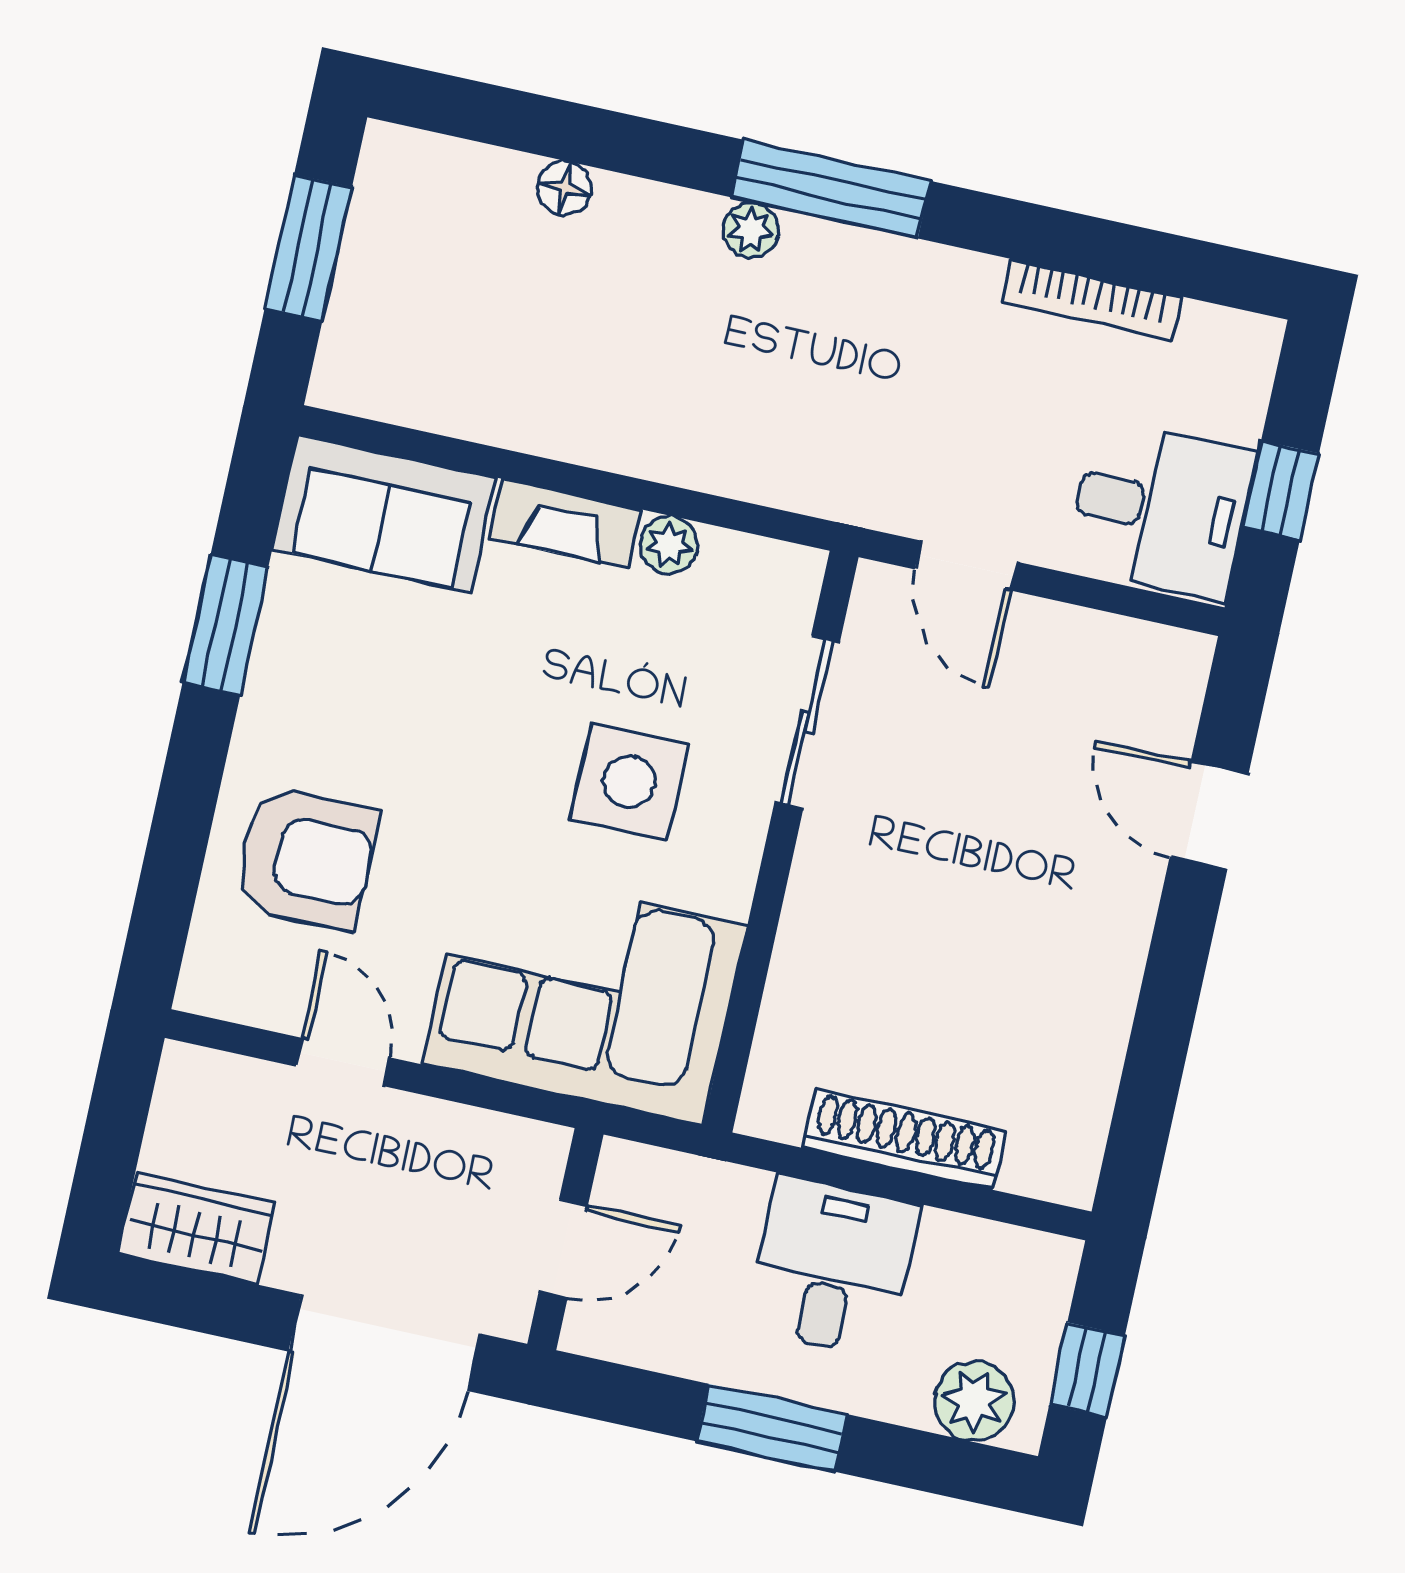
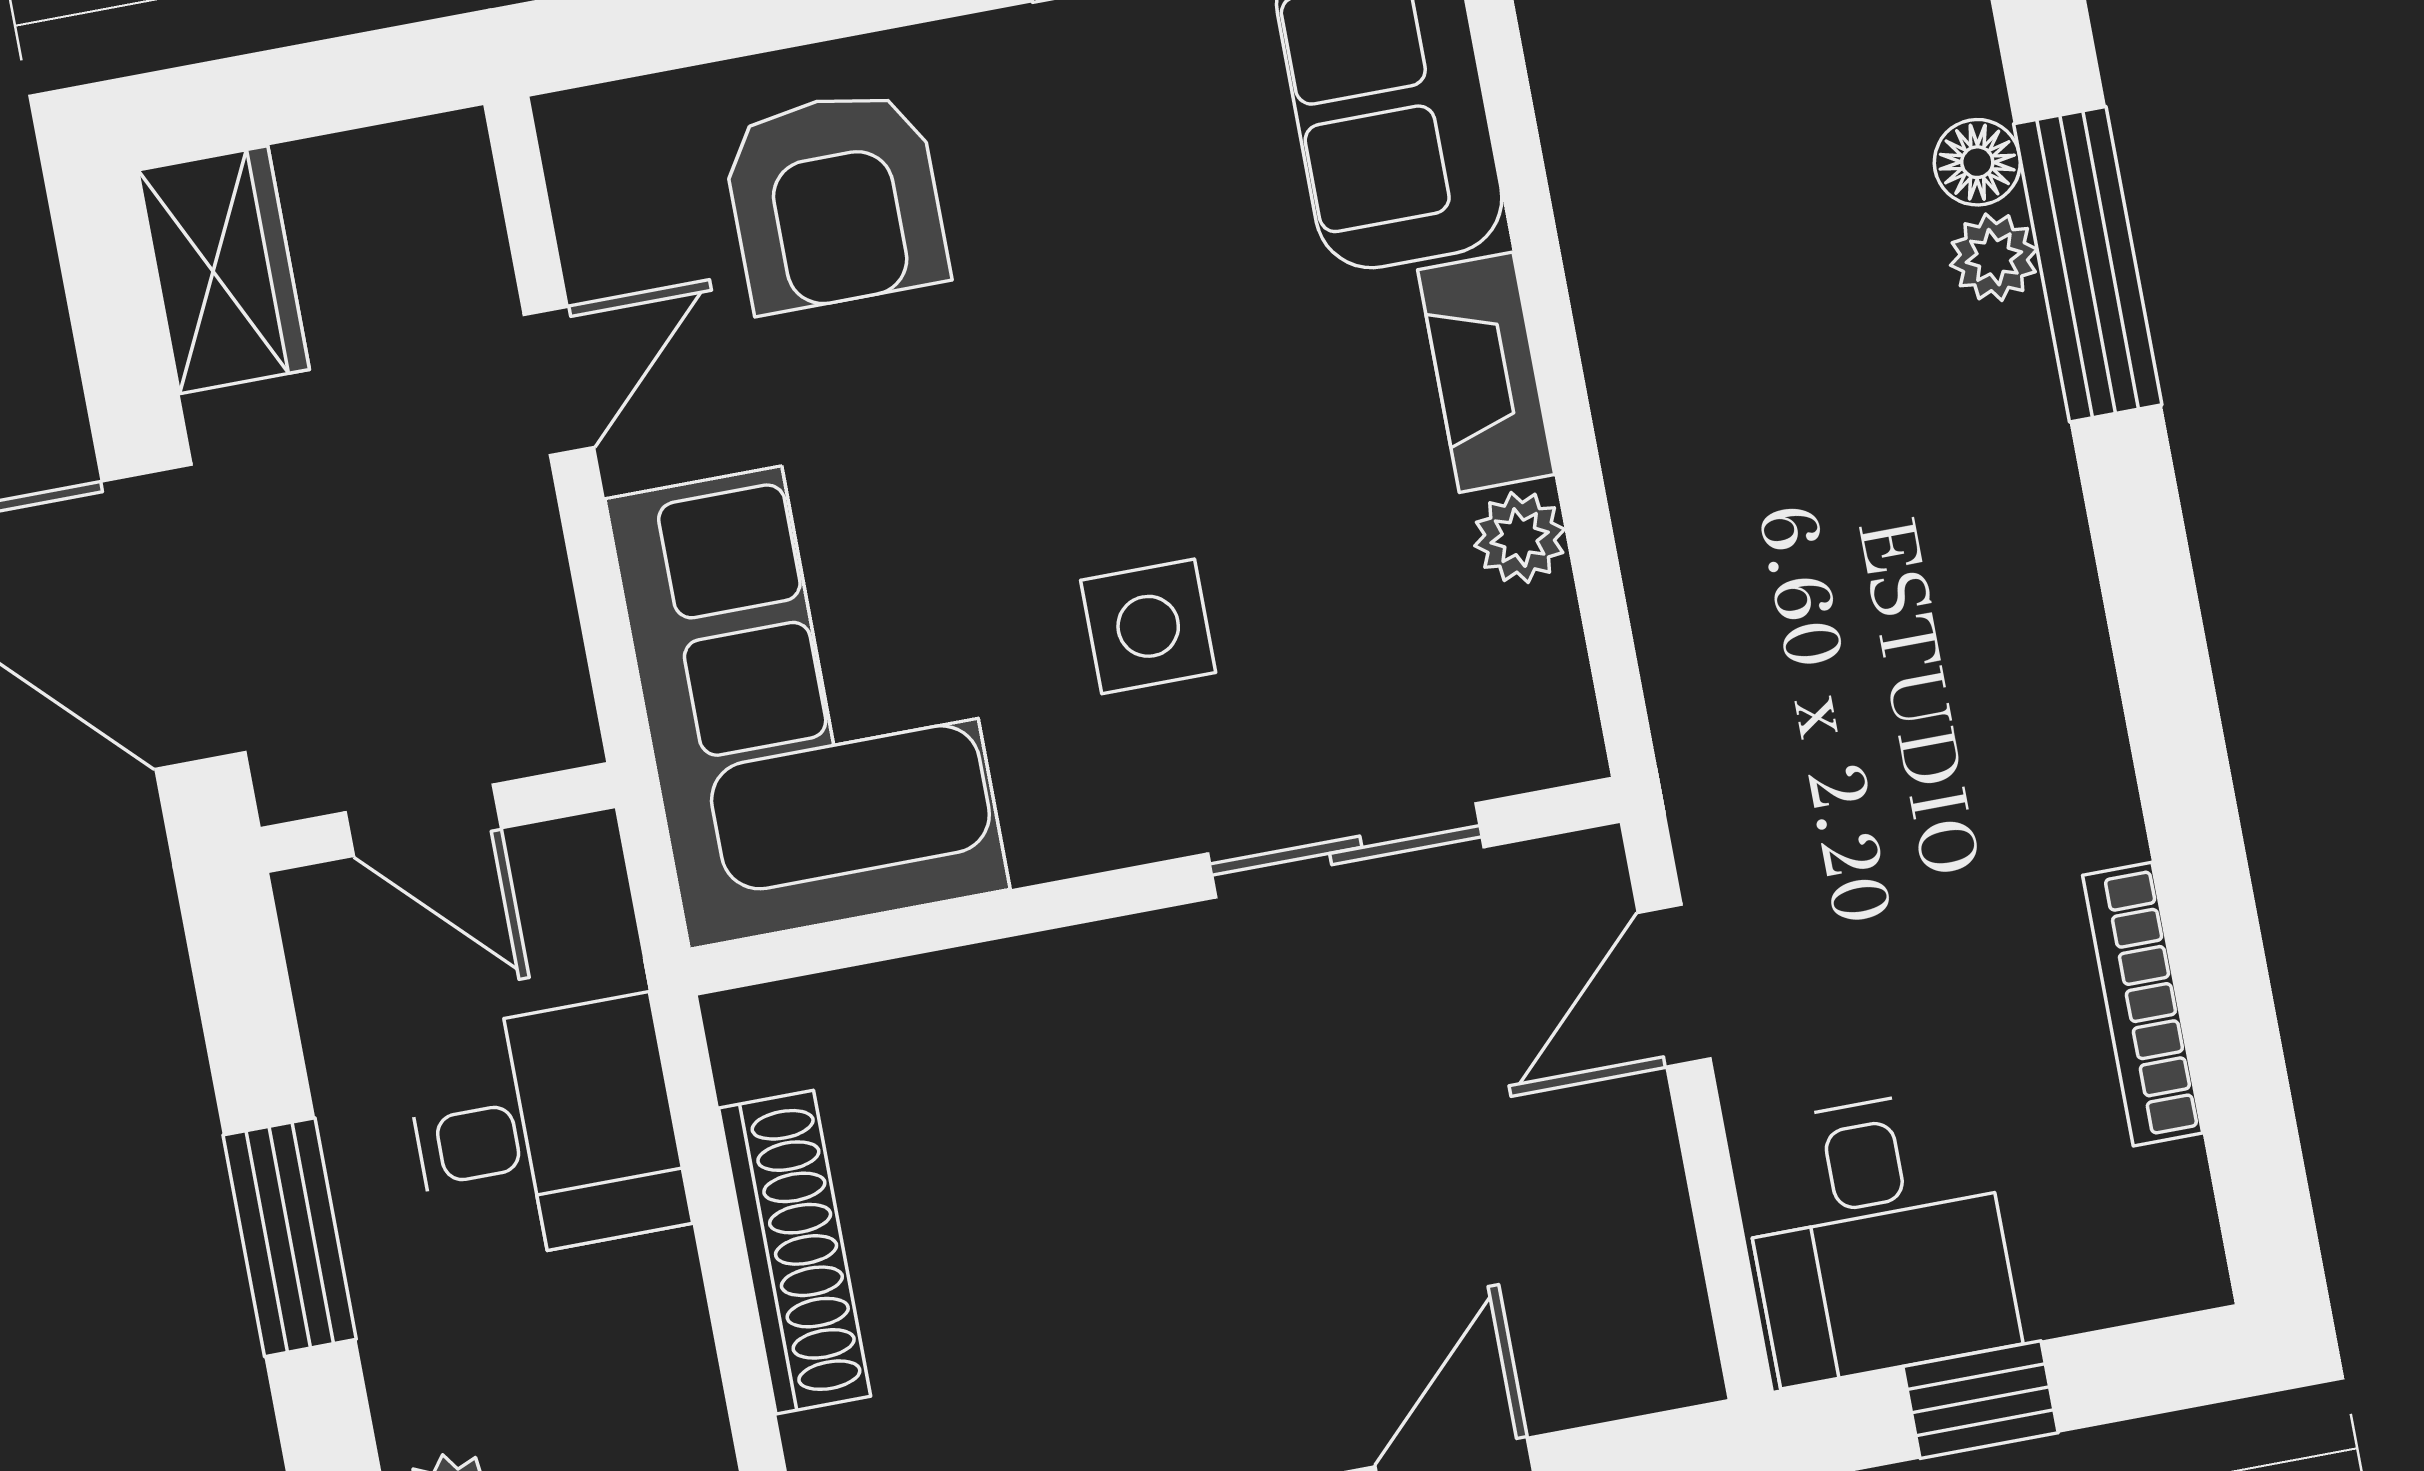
window: (831, 189) -> (2088, 264), moved
plant: (751, 230) -> (1994, 257), moved
side table: (629, 781) -> (1148, 626), width x0.73, depth x0.73
desk: (833, 1267) -> (546, 1131), moved

